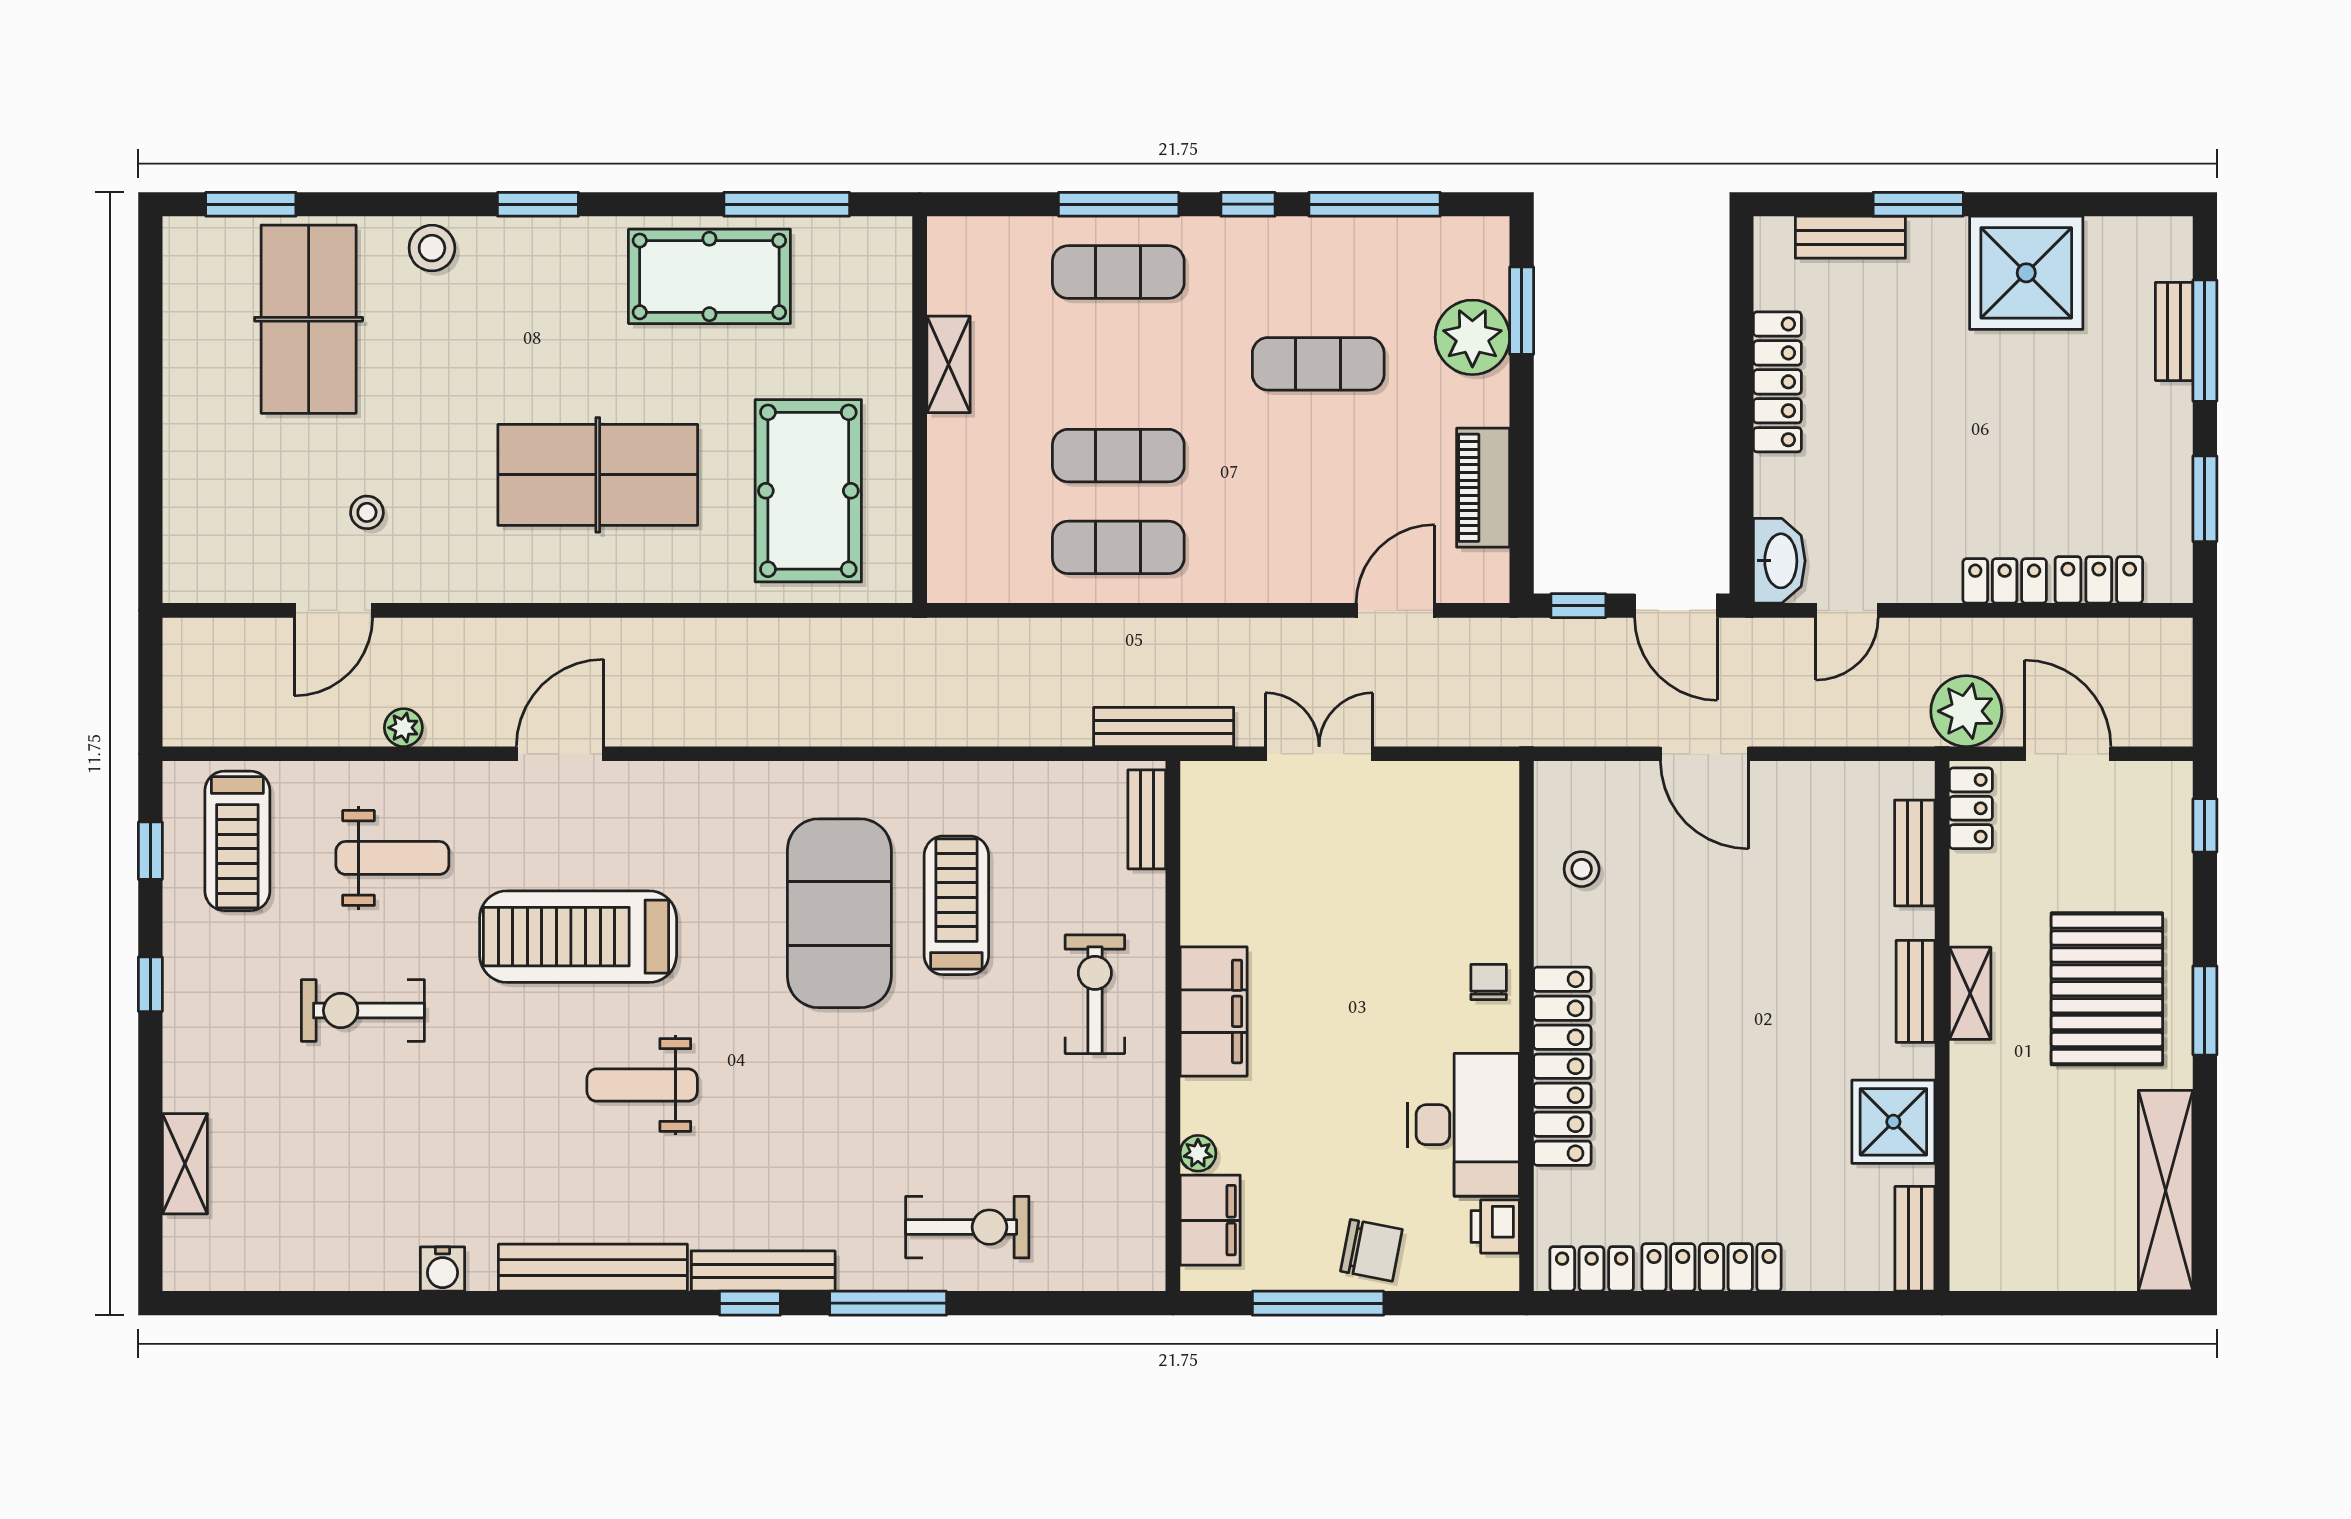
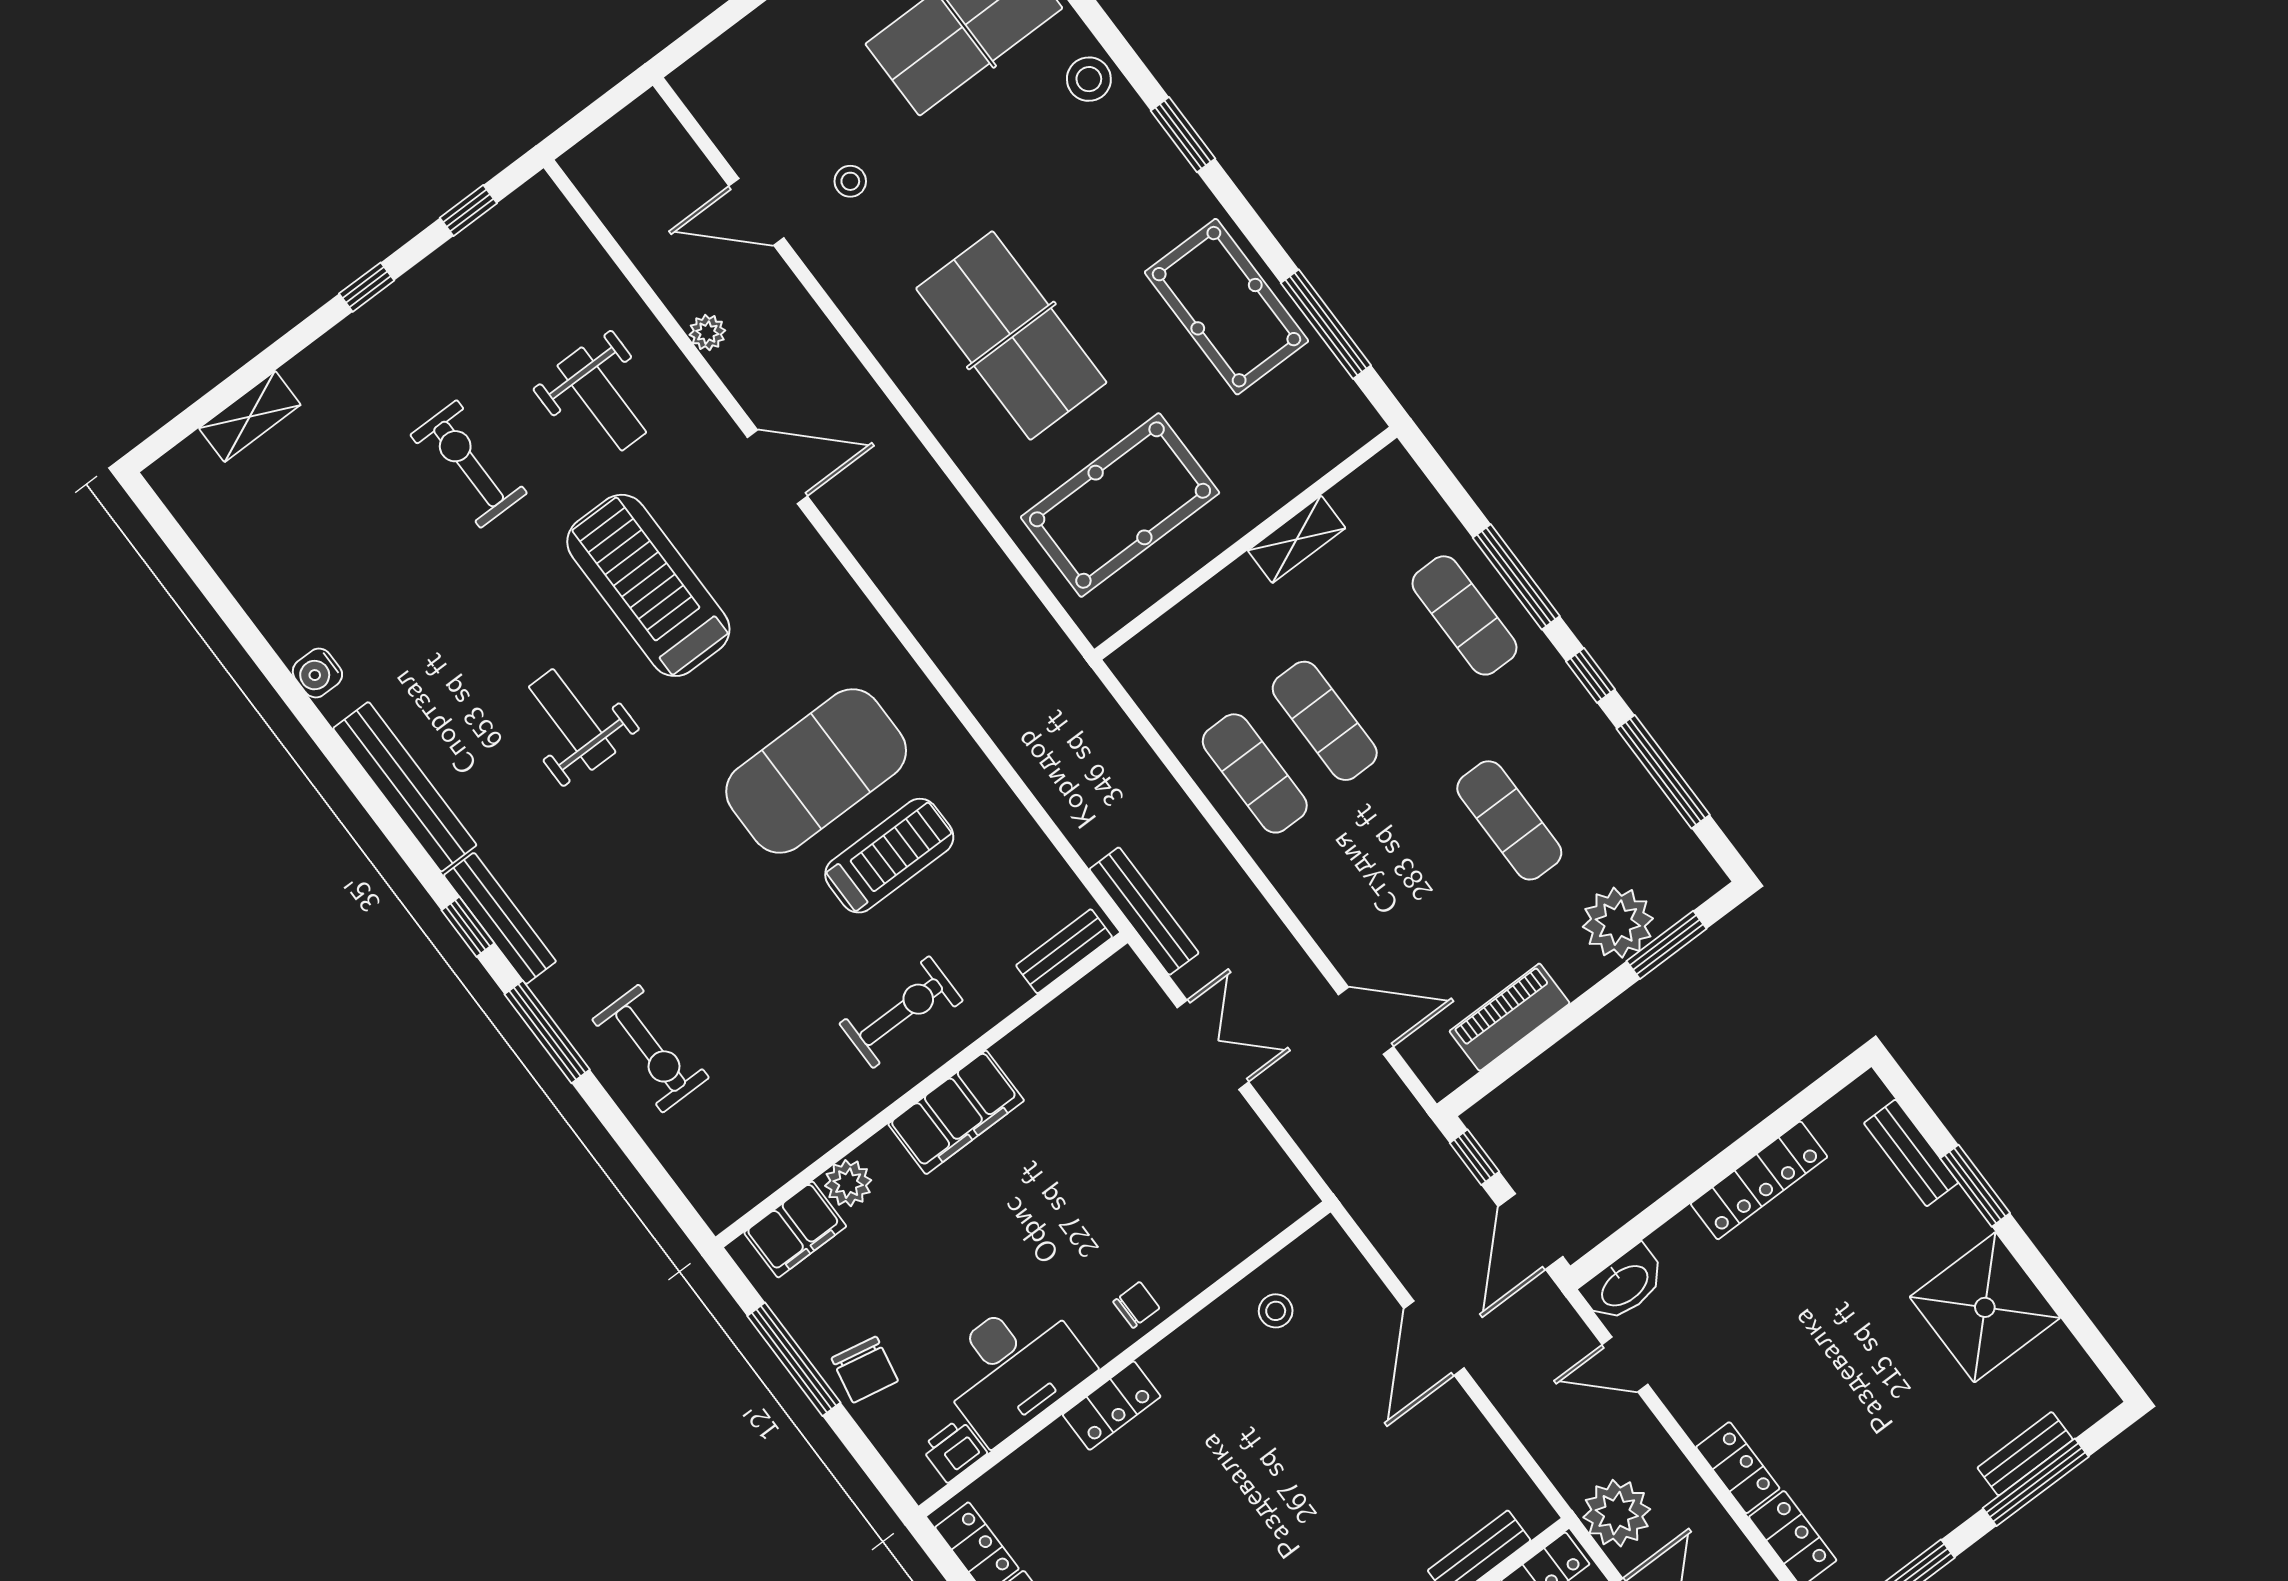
treadmill: (237, 841) -> (526, 271), removed
locker: (1562, 1066) -> (1112, 1406), width x0.46, depth x0.83
plant: (1198, 1153) -> (848, 1183), width x1.38, depth x1.38

